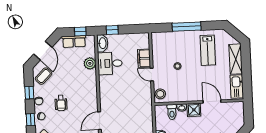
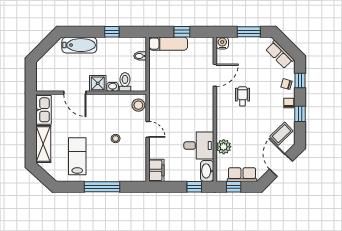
filing cabinet: (144, 58) -> (156, 170), moved
wheelchair: (61, 103) -> (242, 96), moved

